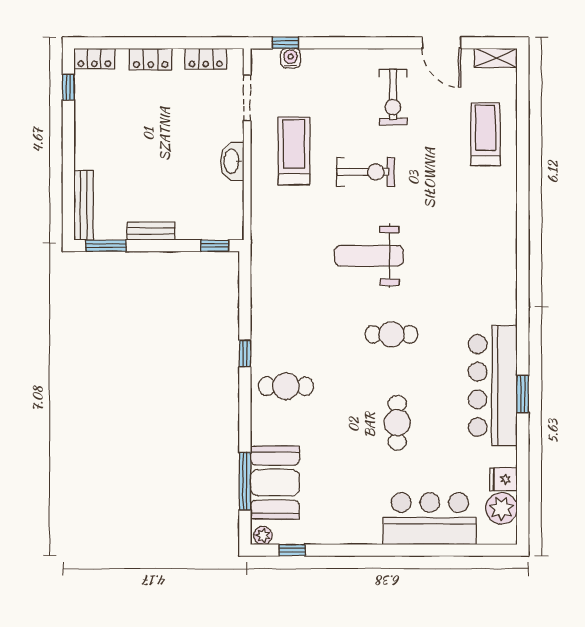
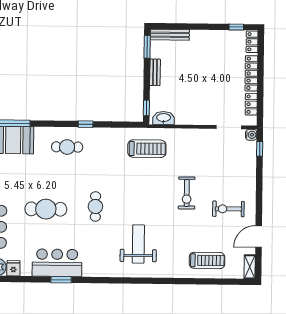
water cooler: (290, 58) -> (251, 135), moved
locker: (151, 59) -> (251, 73), width x1.53
treadmill: (294, 151) -> (147, 149), moved
washbasin: (232, 161) -> (164, 118), moved
weight bench: (369, 256) -> (138, 244), moved
cafe table: (286, 386) -> (67, 147), turned 90
bar counter: (493, 386) -> (57, 263), width x0.73
cafe table: (397, 423) -> (46, 209), width x1.37, depth x1.35

